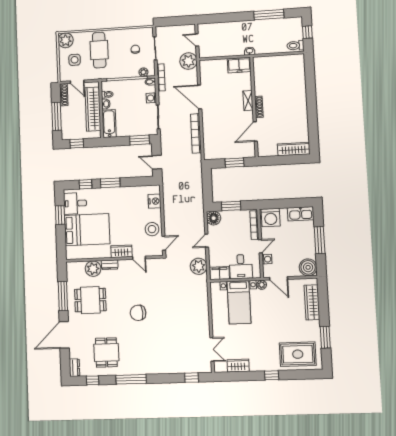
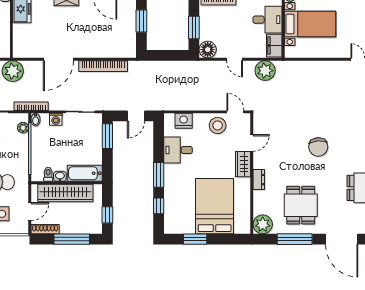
desk: (75, 203) -> (178, 150), moved, turned 90
plant: (93, 269) -> (263, 224), moved

